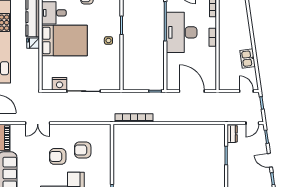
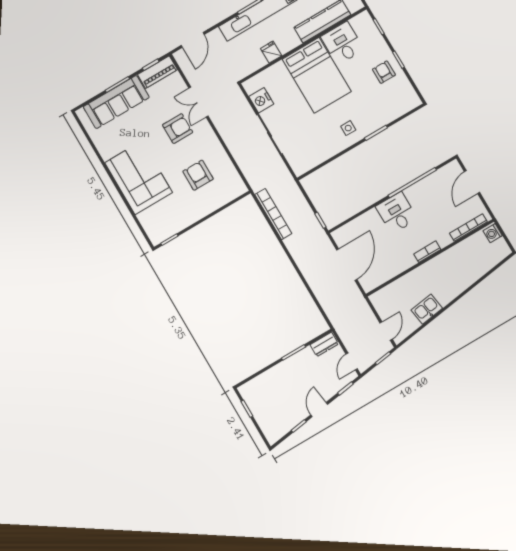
desk: (182, 32) -> (397, 213), width x0.53, depth x0.77
fridge: (33, 43) -> (271, 52), moved
door: (252, 123) -> (352, 361), hinge flipped
armchair: (58, 156) -> (178, 129), moved, turned 90

